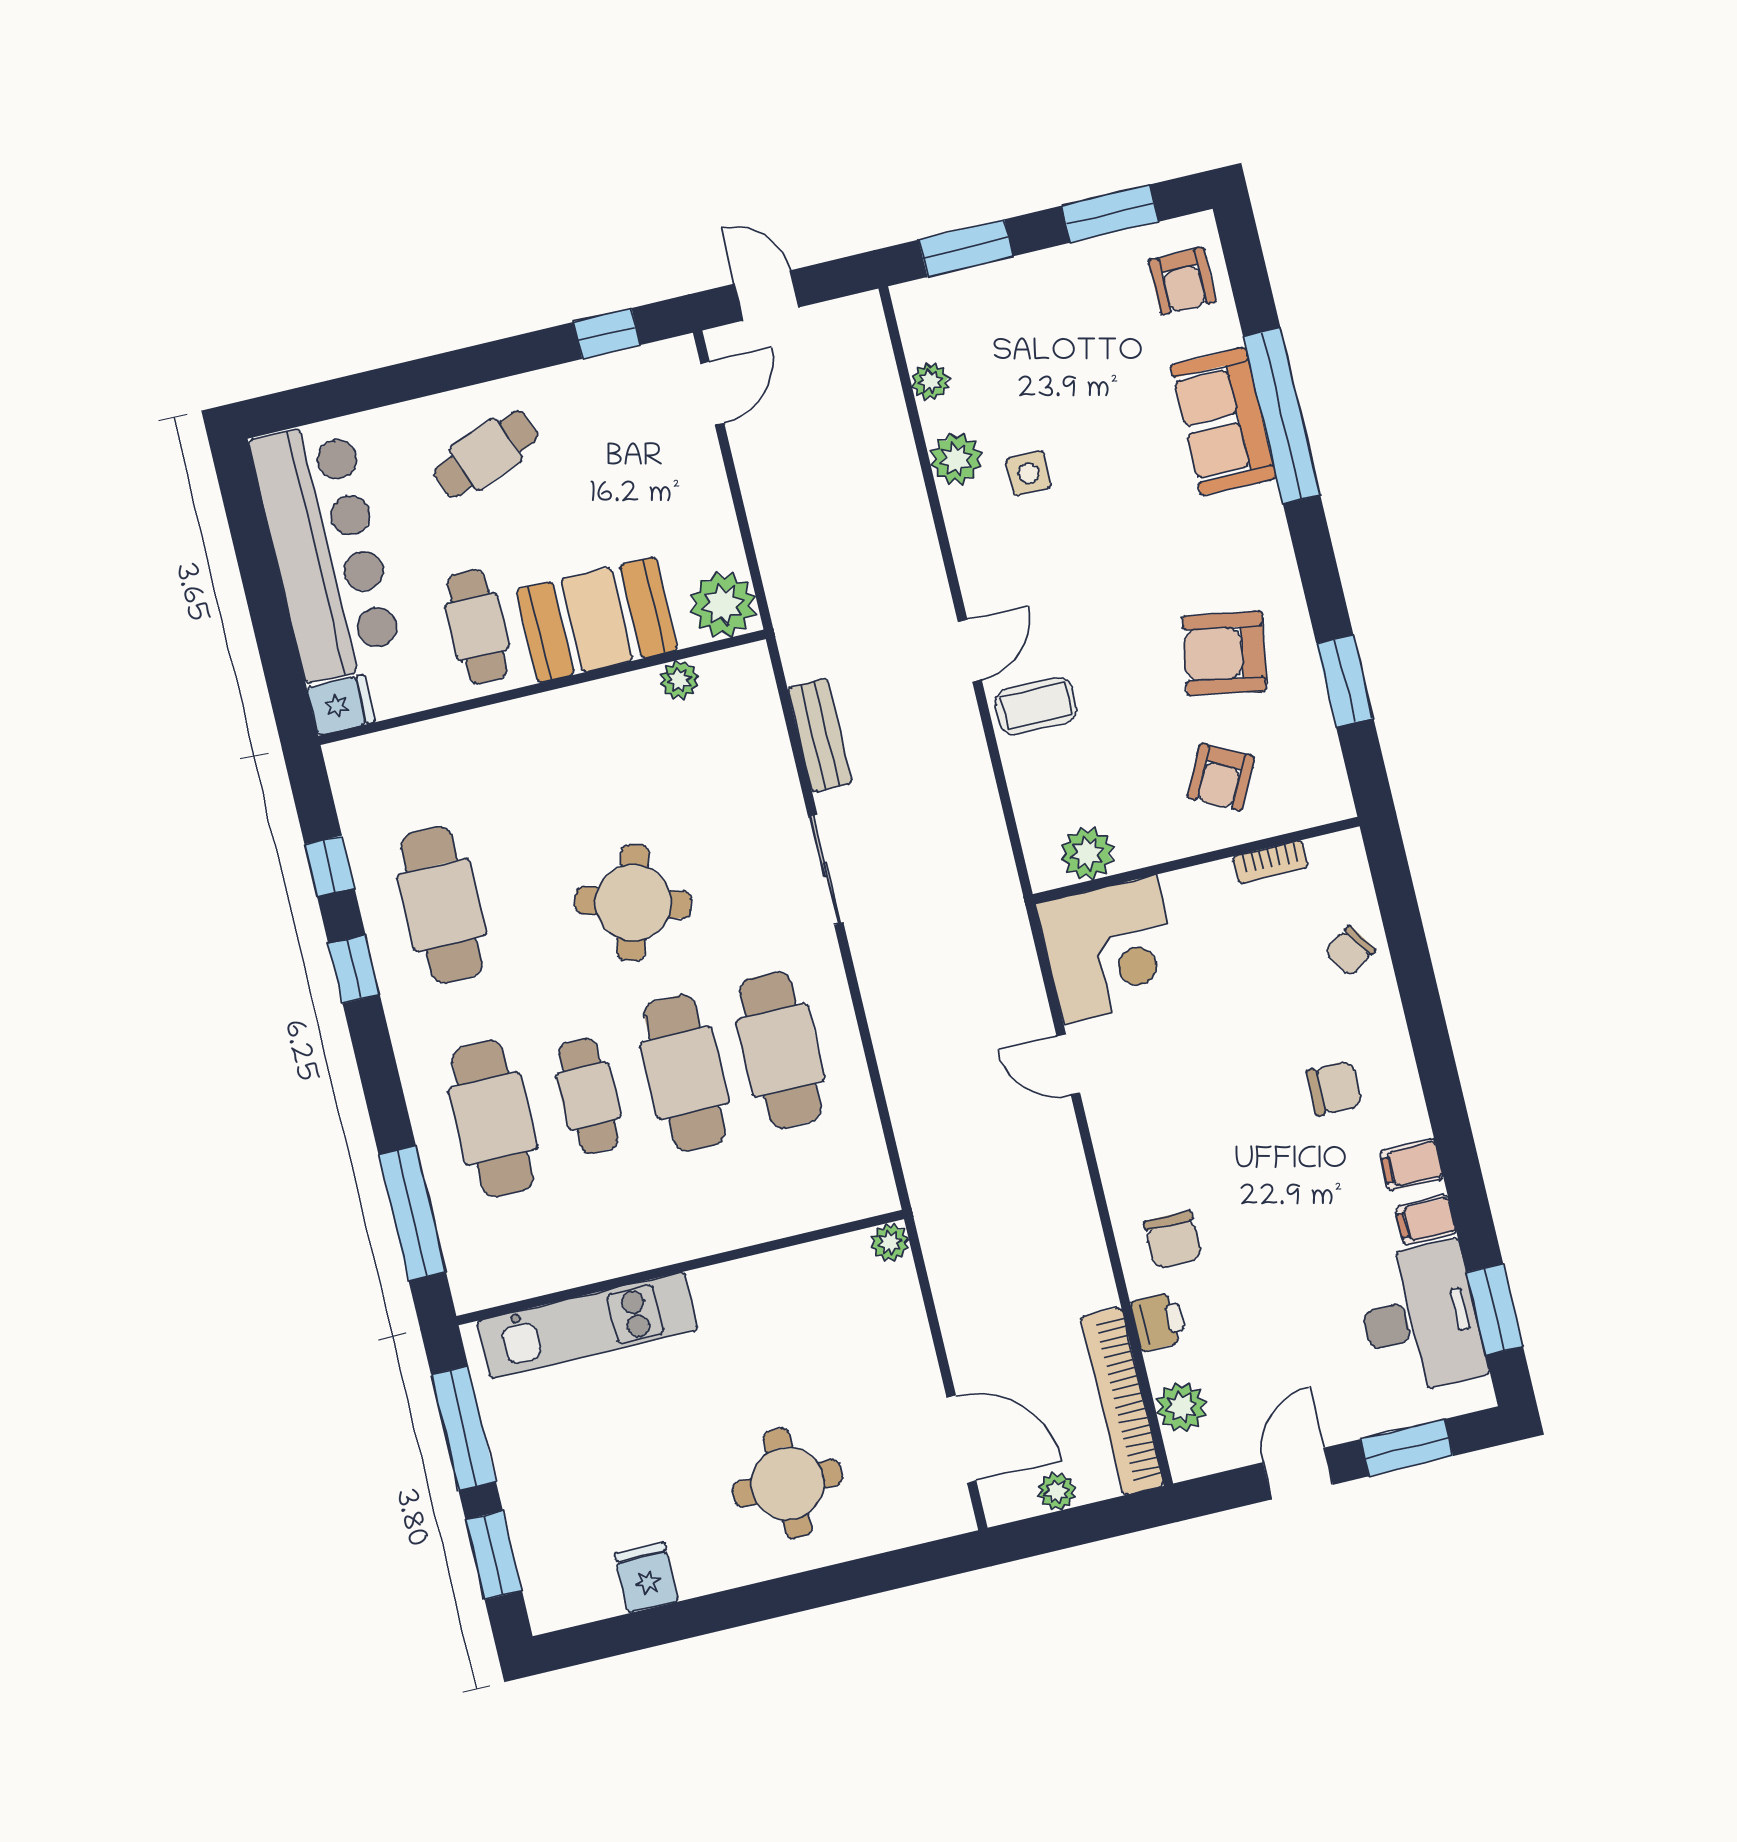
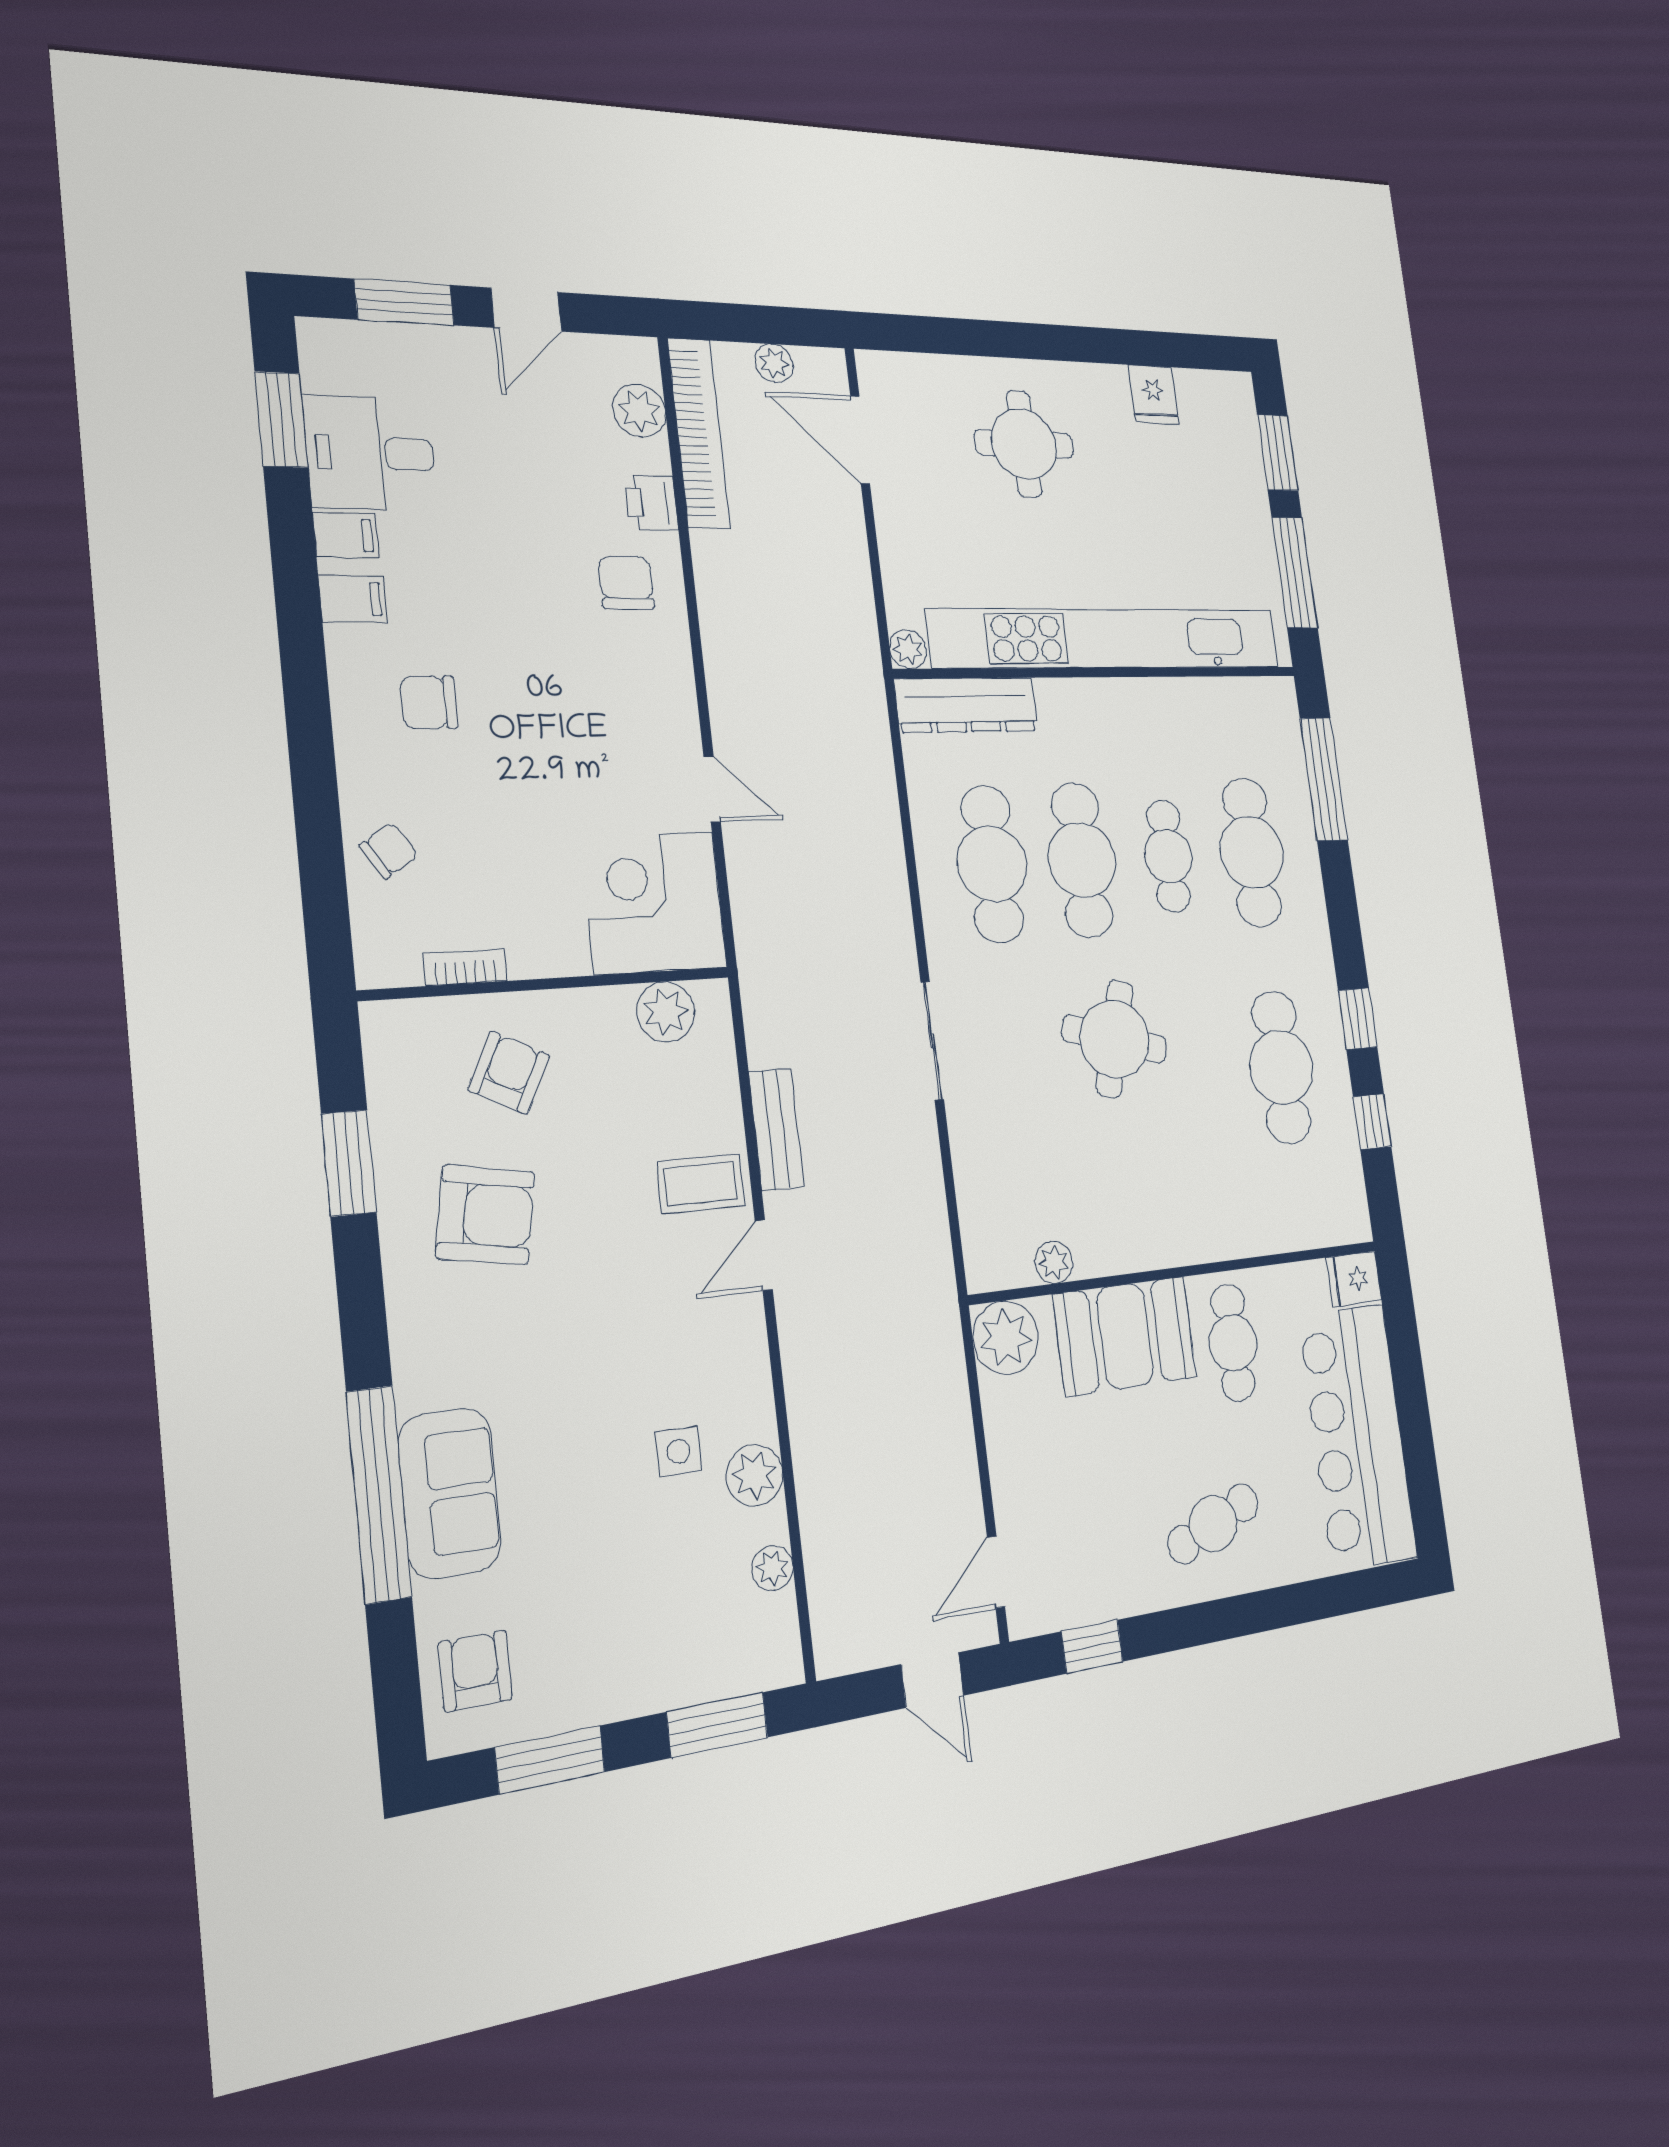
bench: (820, 735) -> (776, 1129), moved
dresser: (823, 1201) -> (966, 705), added
desk: (1420, 1319) -> (370, 453), width x0.73
kitchen unit: (588, 1325) -> (1107, 639), width x1.86

